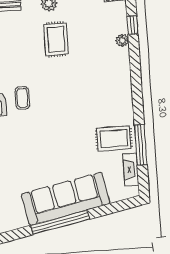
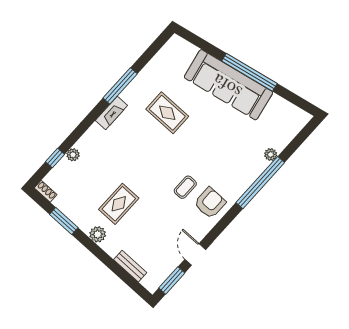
rug: (114, 139) -> (167, 113), moved
window: (141, 145) -> (120, 86), moved
fireplace: (131, 170) -> (111, 113), moved

